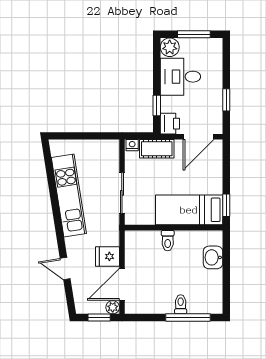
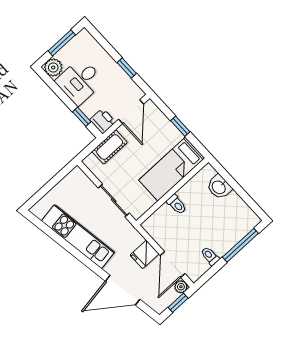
nightstand: (132, 145) -> (90, 160), removed
window: (226, 205) -> (180, 126), moved
door: (65, 269) -> (123, 290), width x1.87
toilet: (181, 304) -> (210, 256), moved

